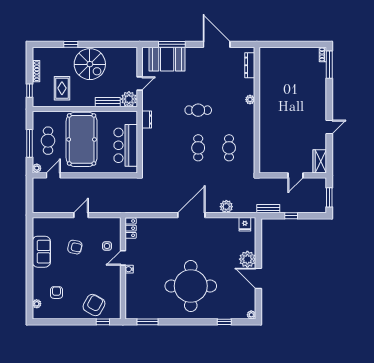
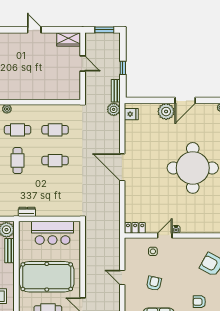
cafe table: (229, 110) -> (18, 130), added
plant: (226, 207) -> (114, 109), moved
door: (123, 258) -> (165, 235), swing flipped

